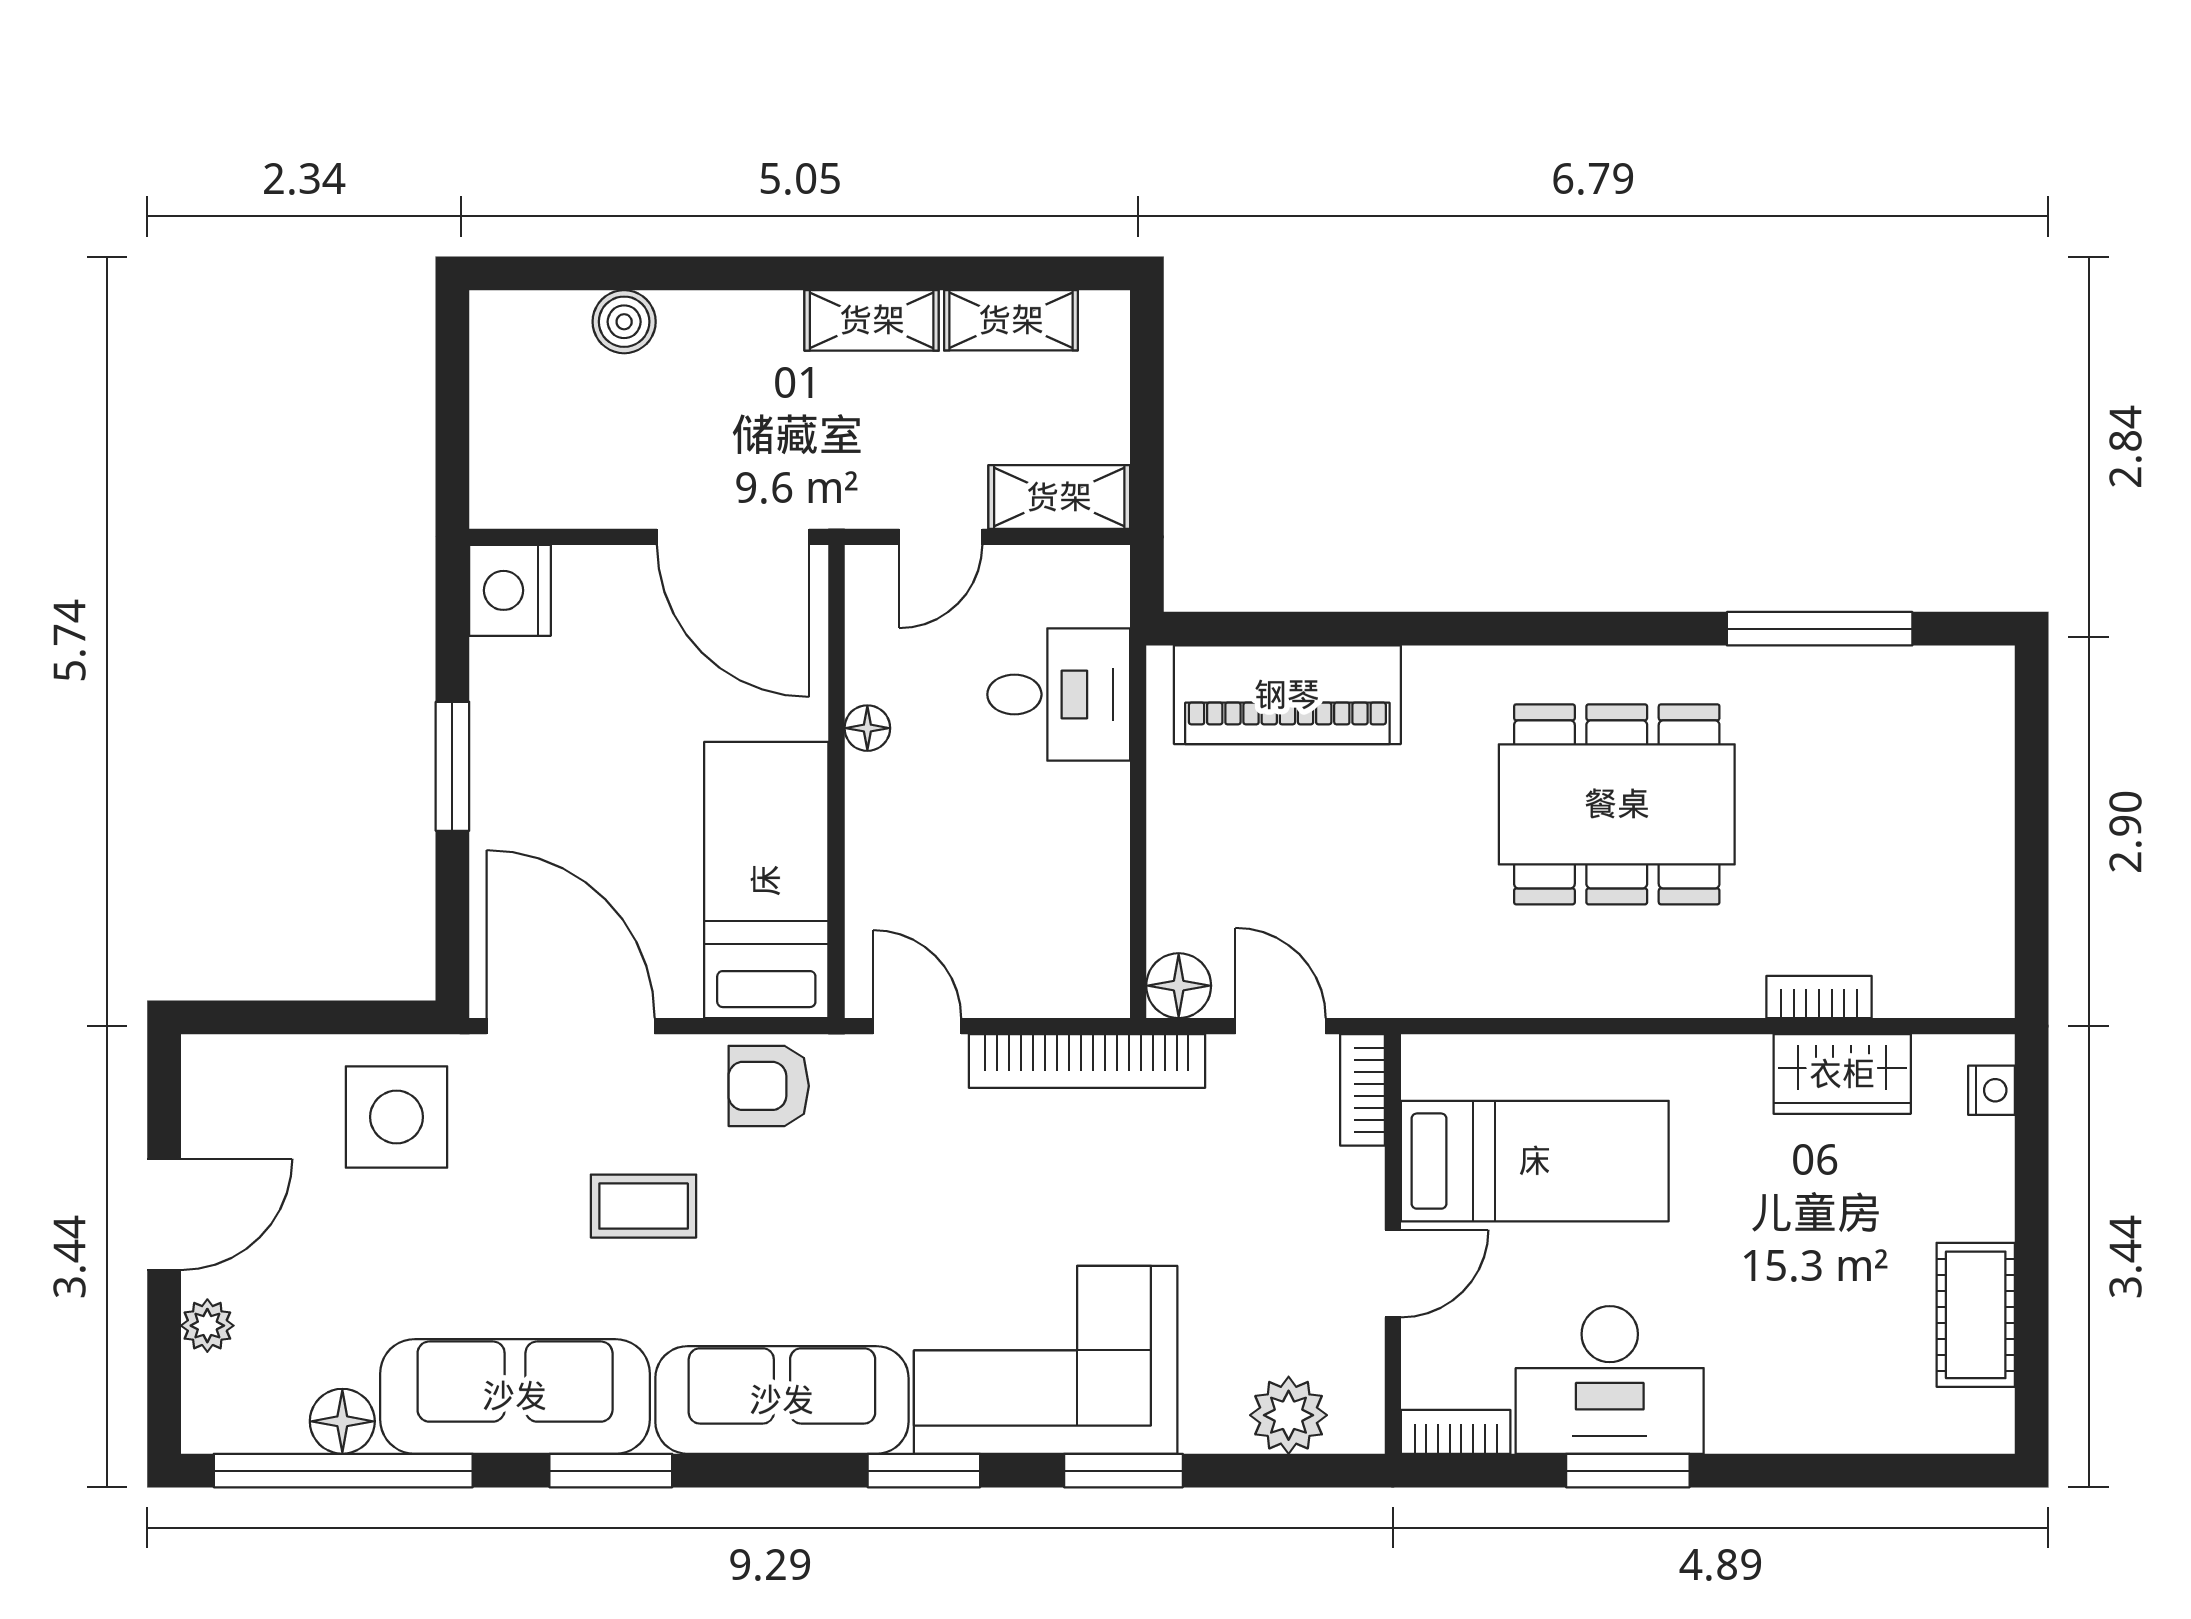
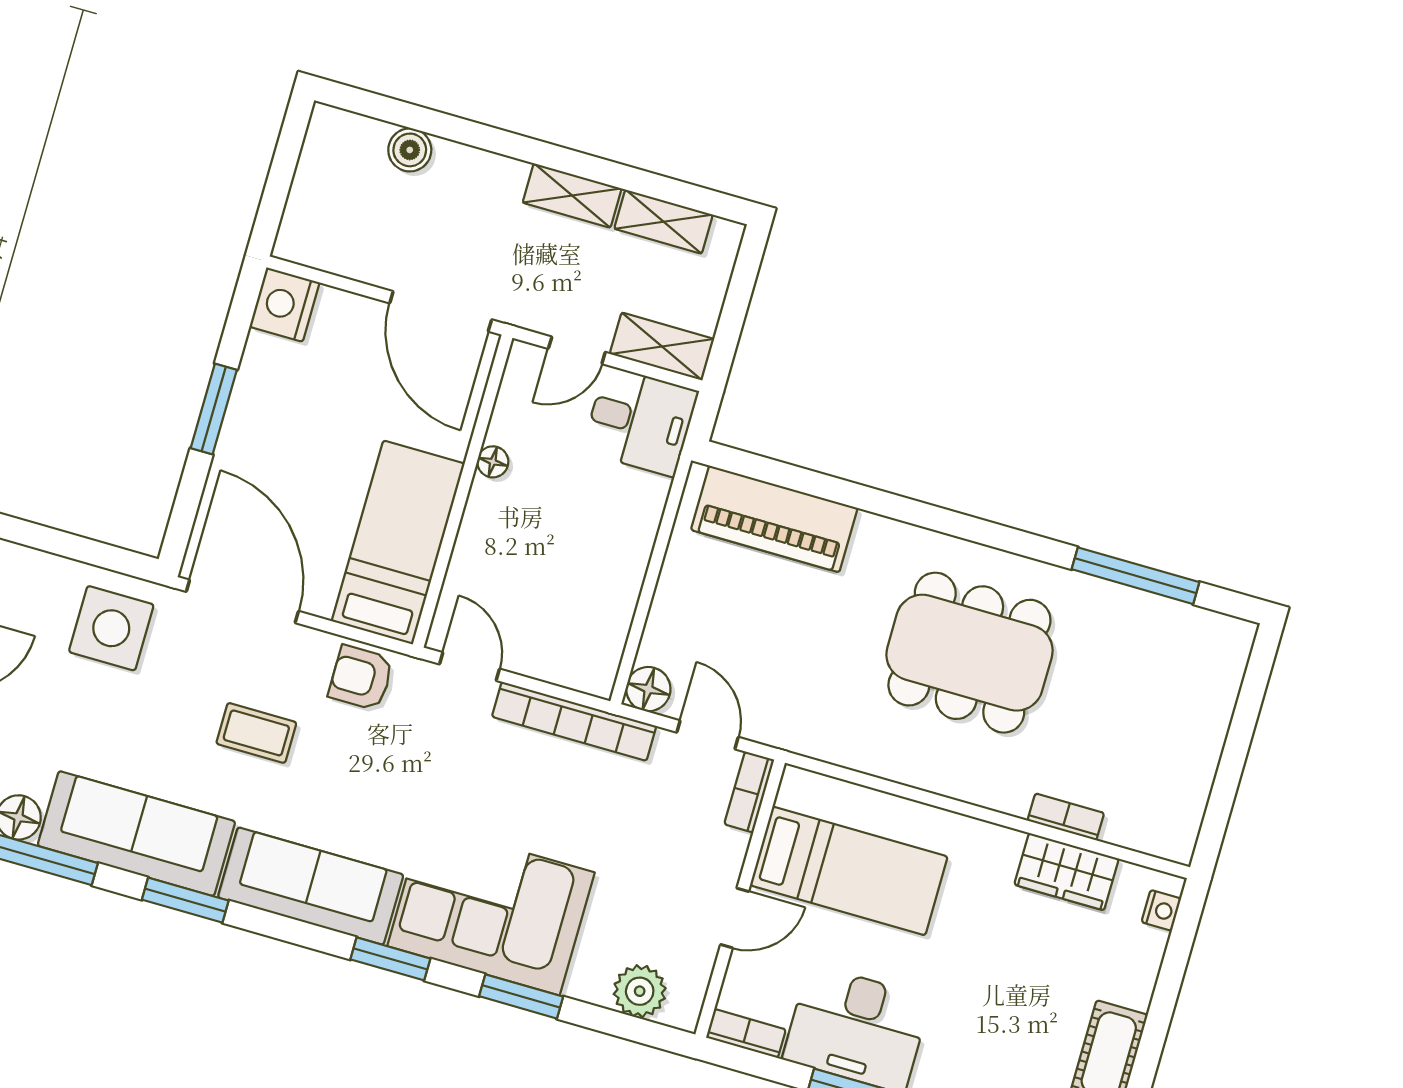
desk: (1059, 694) -> (640, 421), moved

